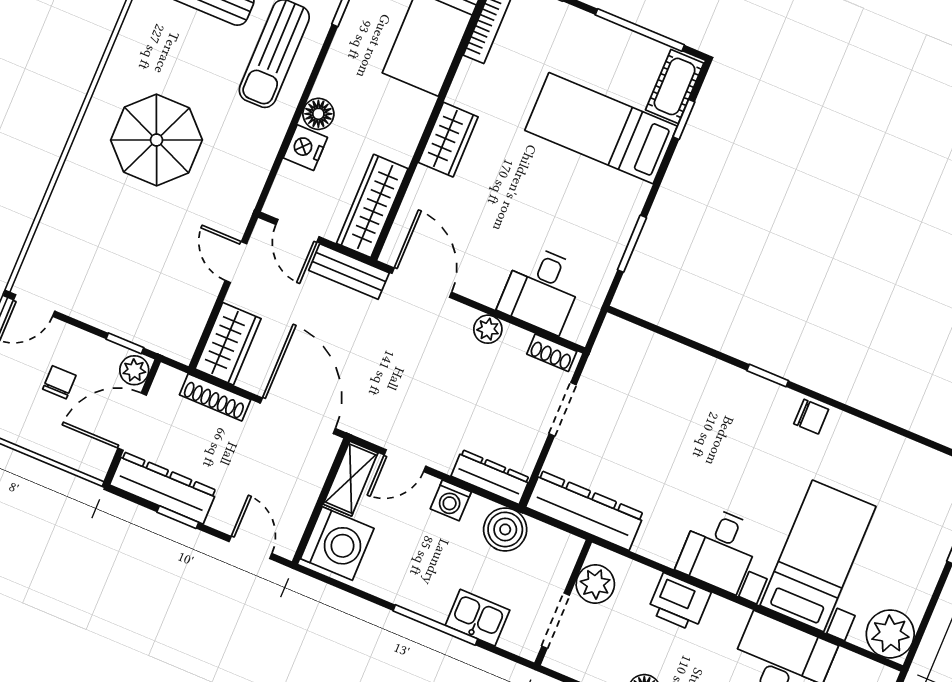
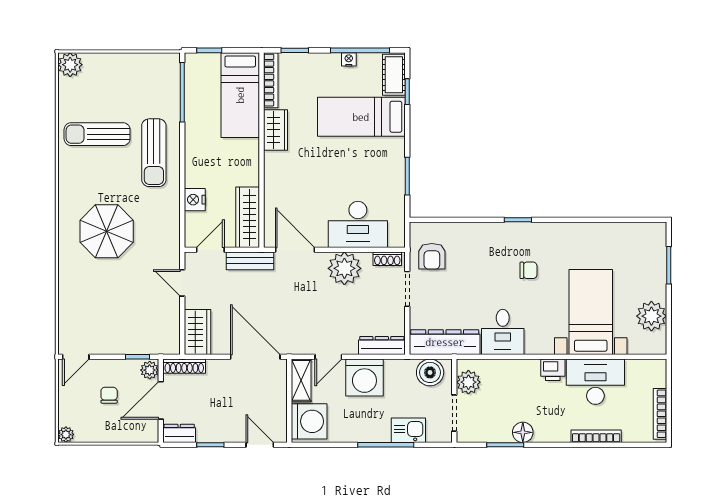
nightstand: (618, 36) -> (349, 59), added
floor lamp: (318, 114) -> (194, 177), removed
wardrobe: (448, 140) -> (276, 130), moved
door: (298, 231) -> (210, 250), swing flipped
desk: (542, 289) -> (358, 224), width x1.37
plant: (488, 329) -> (344, 268), width x1.88, depth x1.88
armchair: (619, 377) -> (432, 256), added
shoe rack: (215, 397) -> (184, 366), moved
chair: (811, 417) -> (529, 270), moved
dresser: (163, 488) -> (179, 433), width x0.51, depth x0.80
washing machine: (451, 500) -> (364, 378), width x1.89, depth x1.89
boiler: (505, 529) -> (430, 372), moved
desk: (719, 549) -> (503, 332), moved
printer: (679, 602) -> (553, 370), moved, width x0.73, depth x0.81
plant: (890, 634) -> (651, 316), moved

